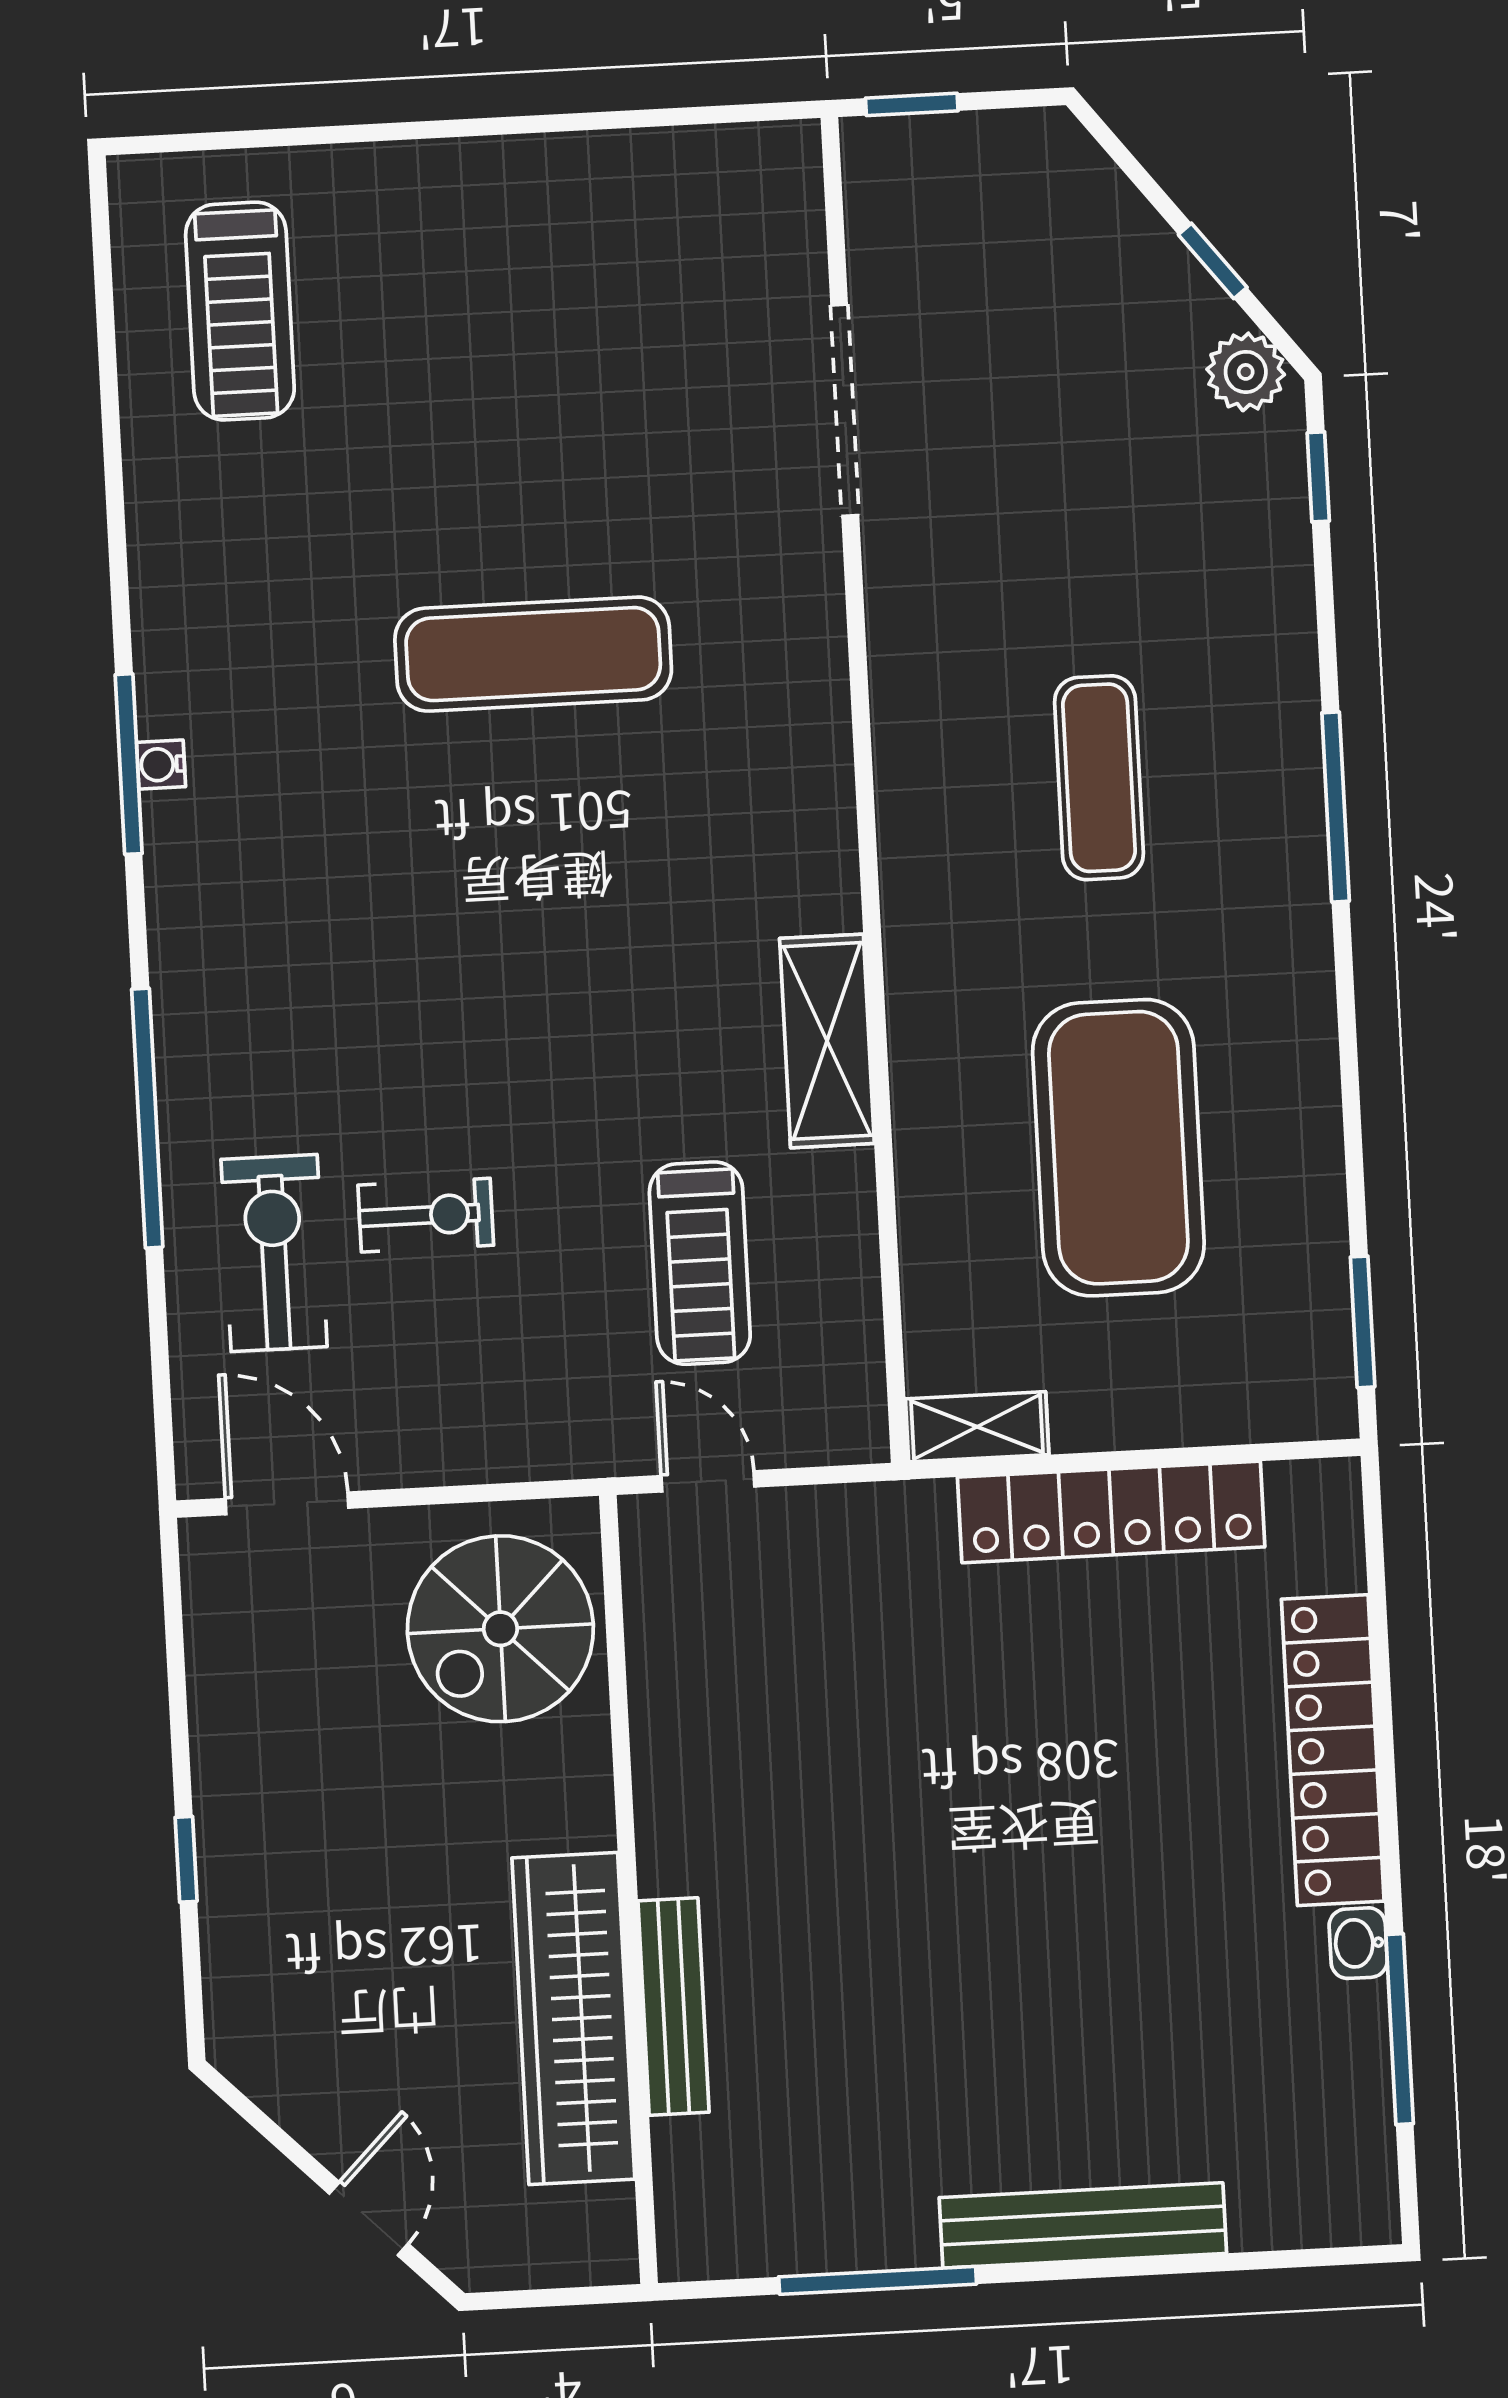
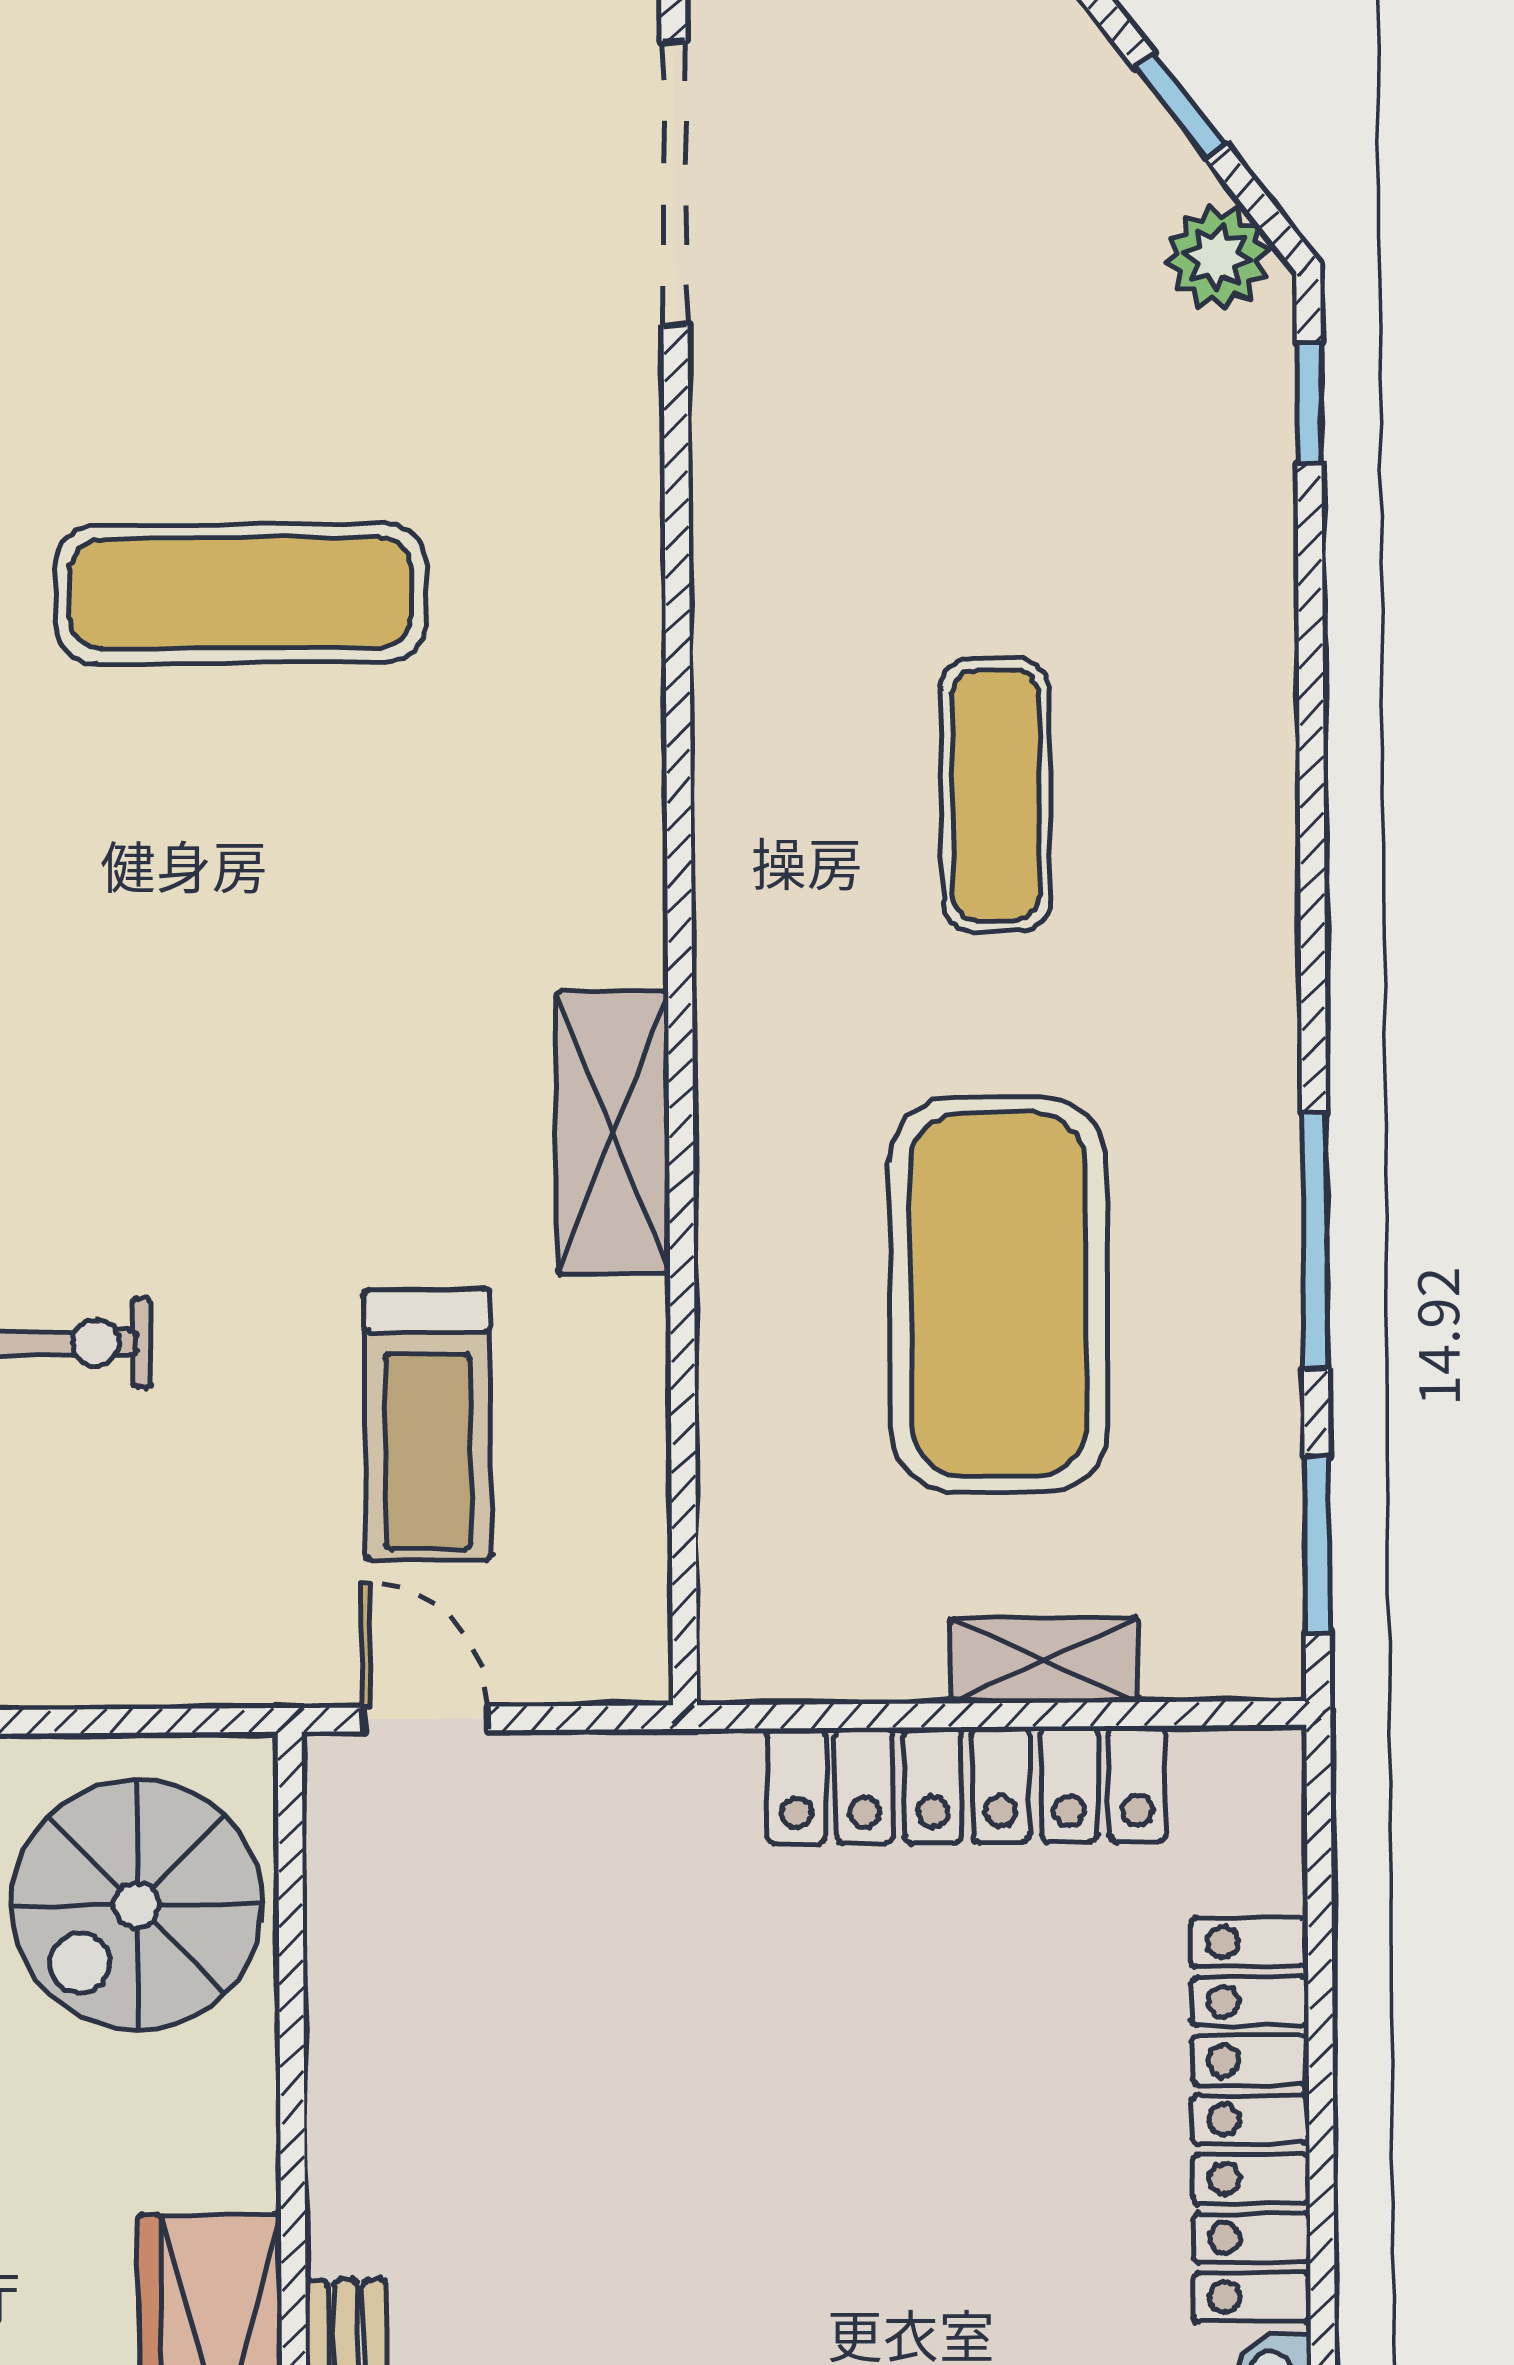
doorway: (845, 410) -> (674, 183), moved
window: (1336, 807) -> (1315, 1241), moved
shelving: (977, 1427) -> (1044, 1660), moved

